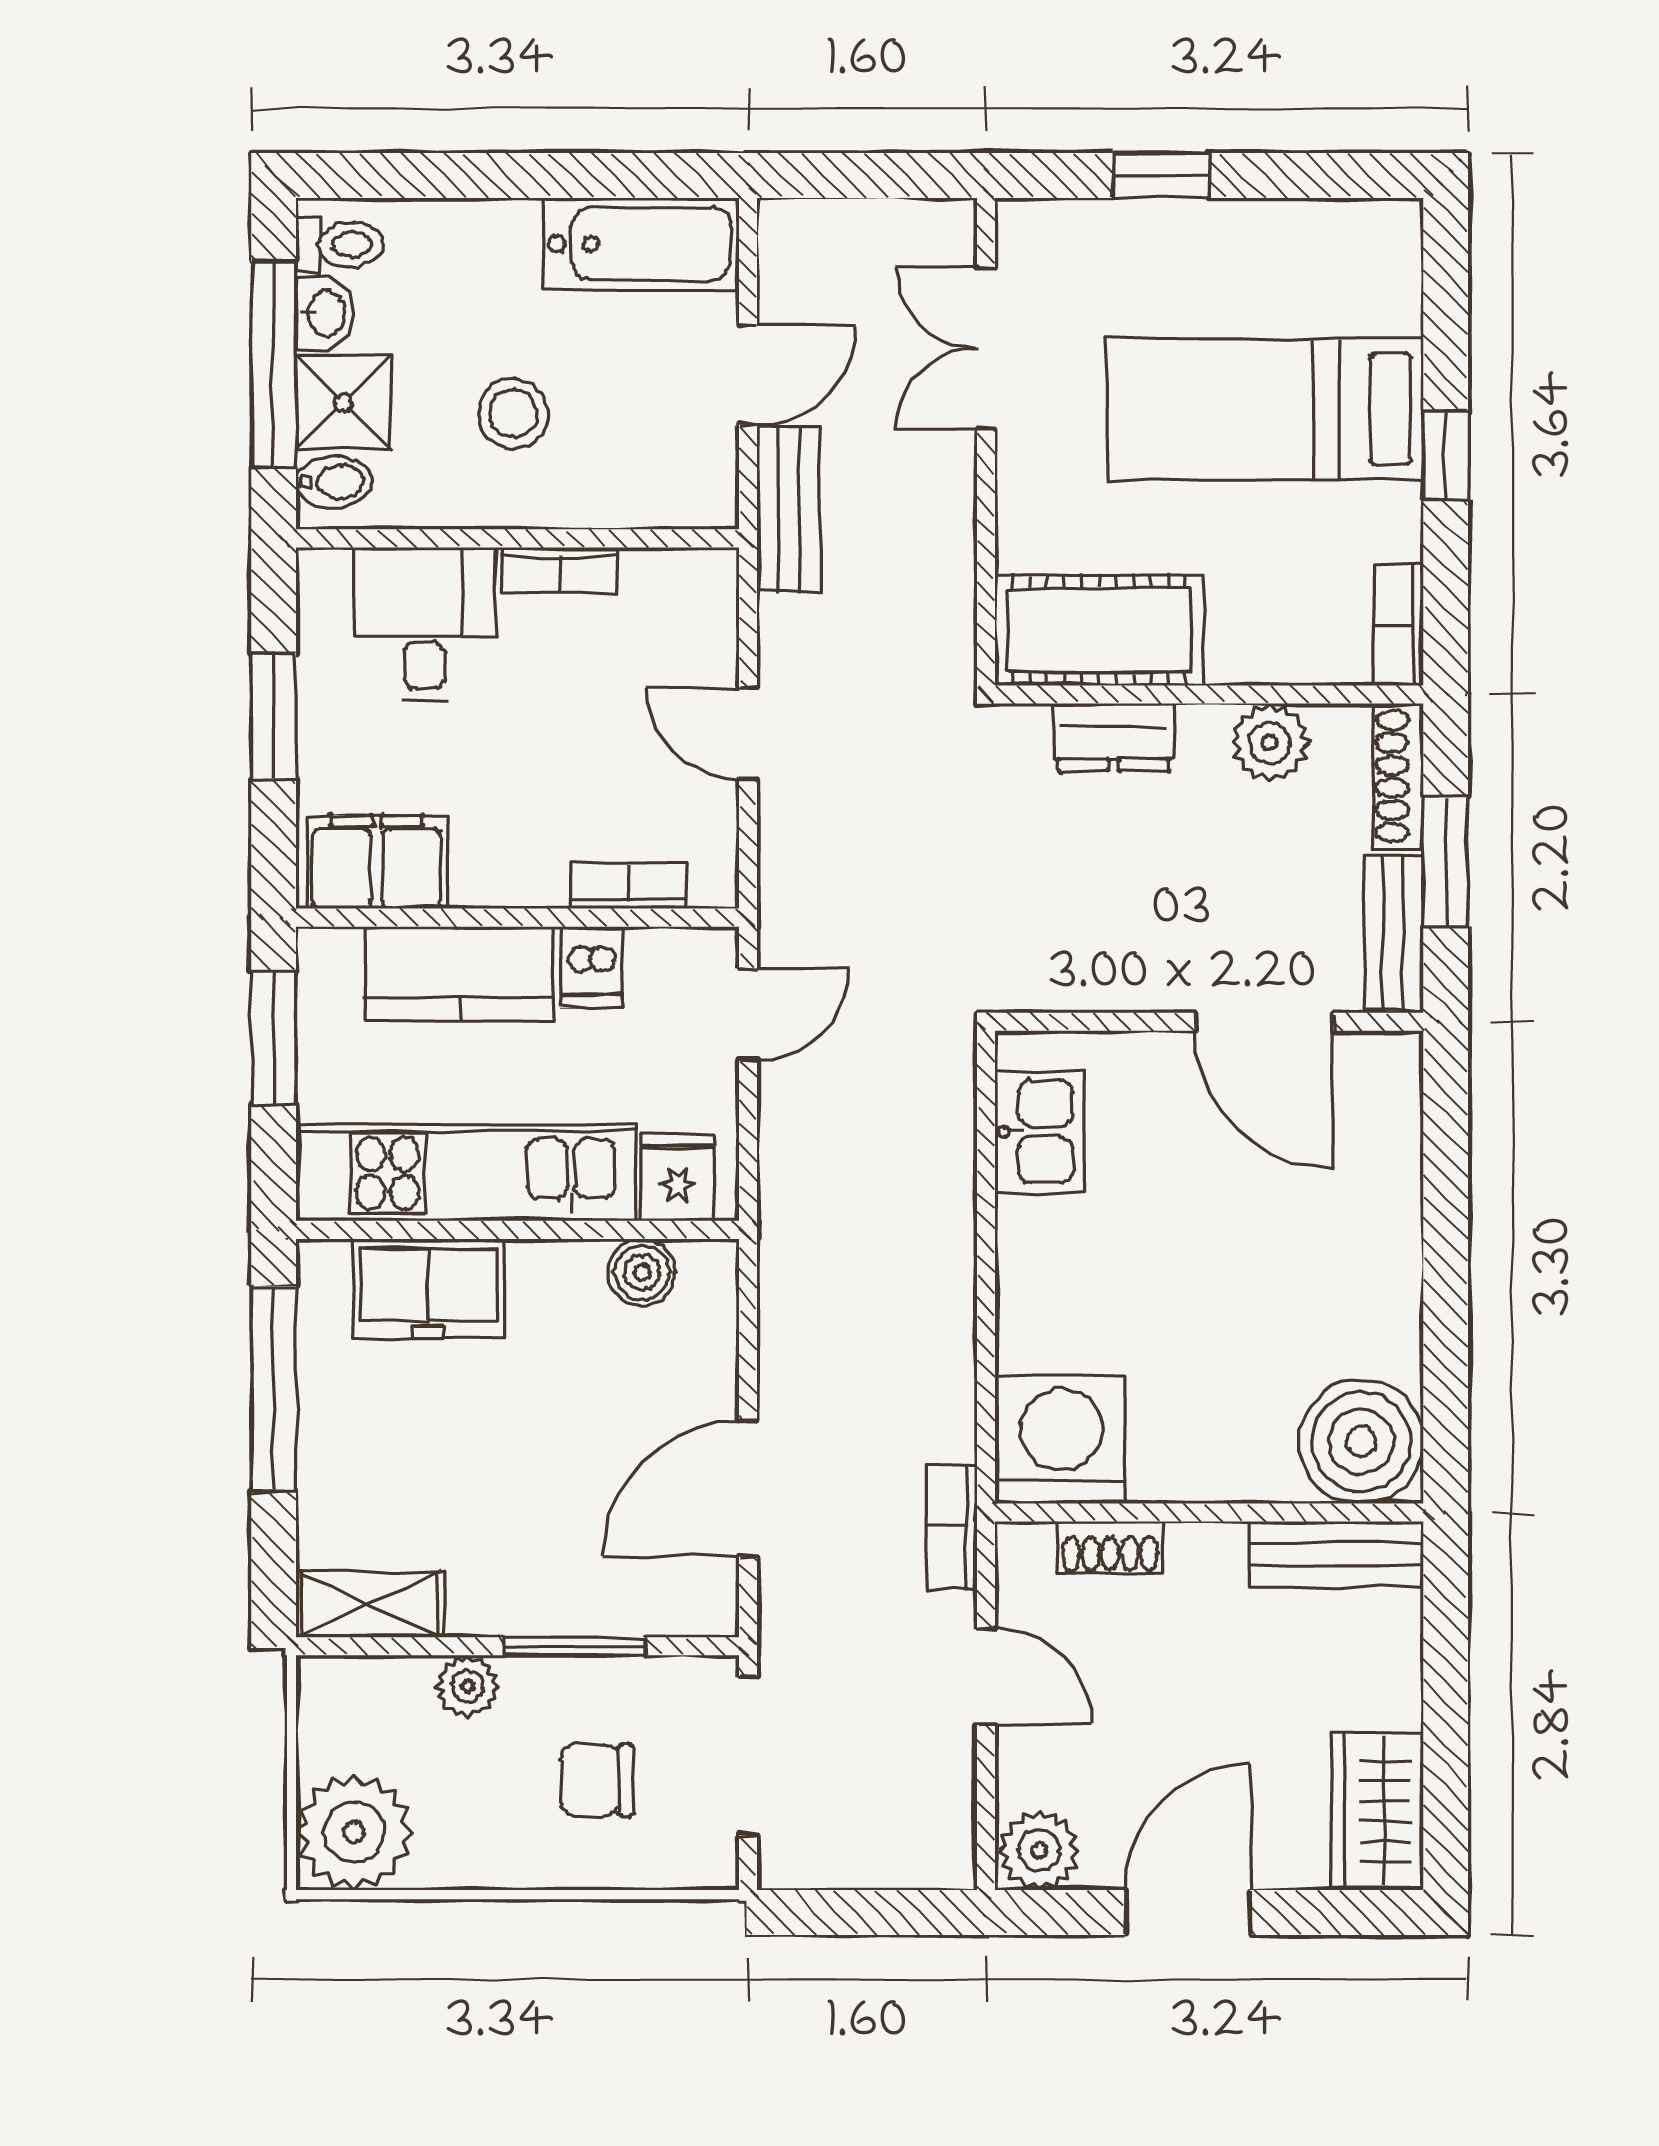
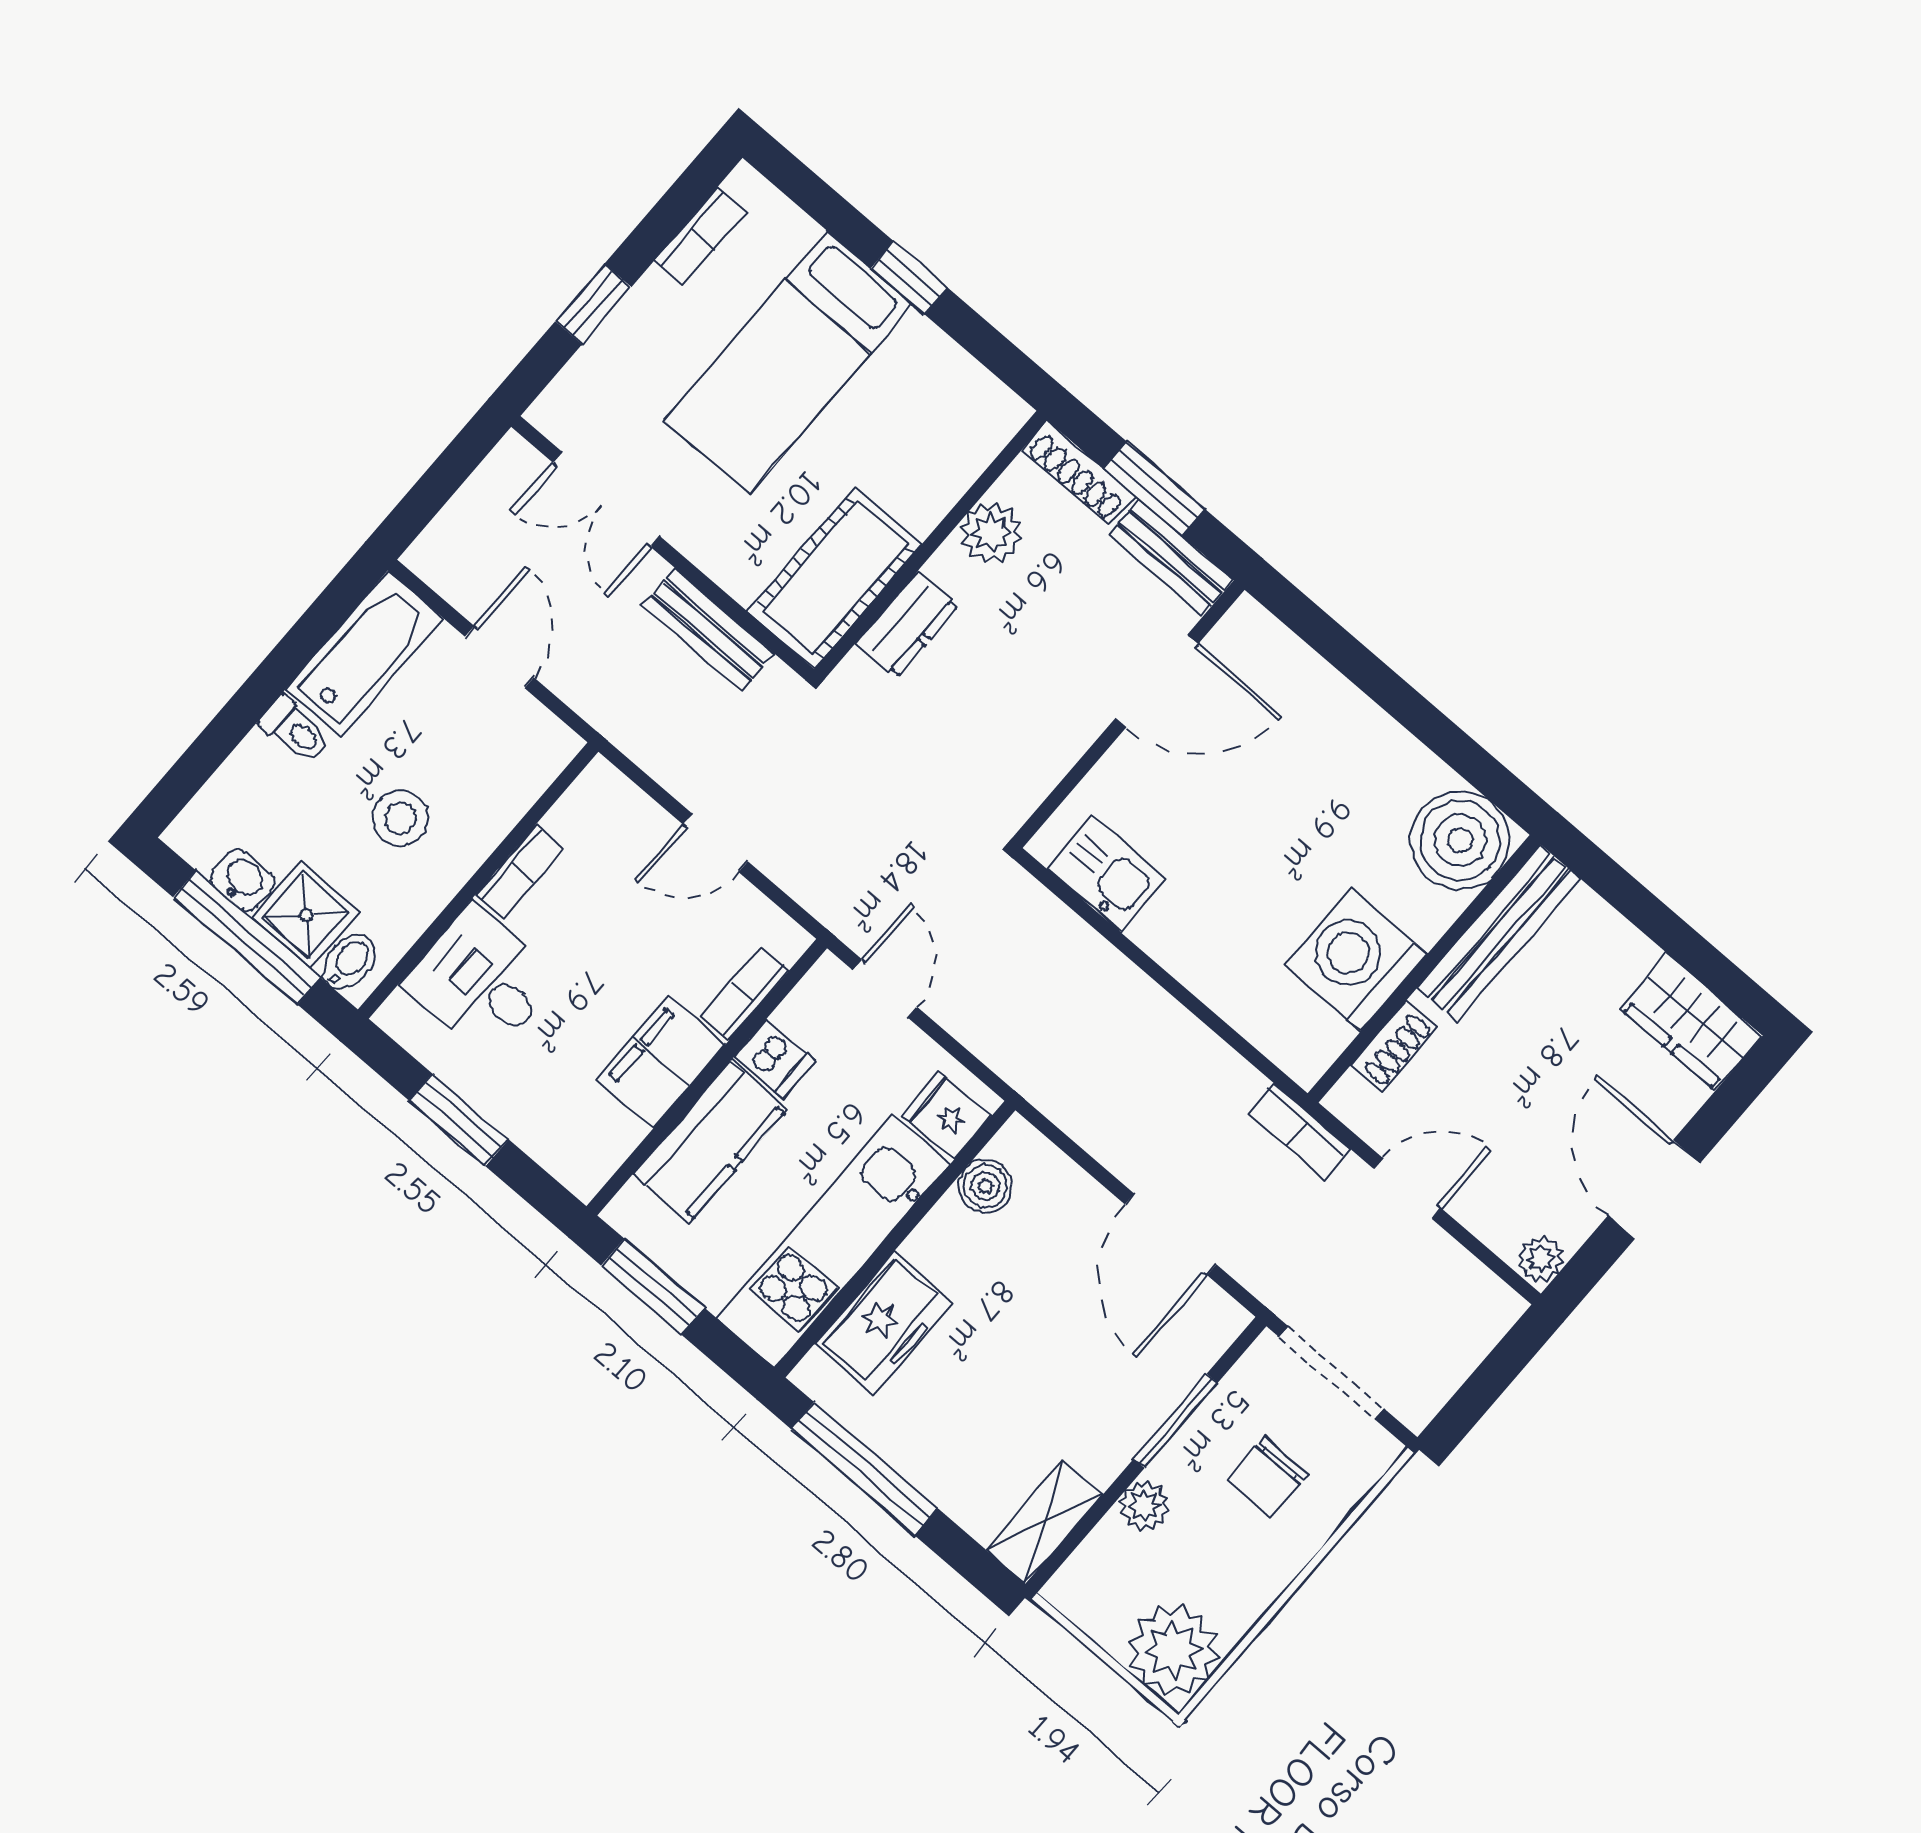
toilet: (340, 244) -> (296, 731), moved, turned 90
bench: (788, 509) -> (709, 630), moved
bookcase: (1399, 625) -> (700, 237), moved, turned -90
filing cabinet: (377, 862) -> (661, 1062), moved
washing machine: (1061, 1440) -> (1356, 959), moved
bench: (1336, 1555) -> (1499, 933), width x1.36
plant: (1039, 1851) -> (1541, 1259), width x0.73, depth x0.73

